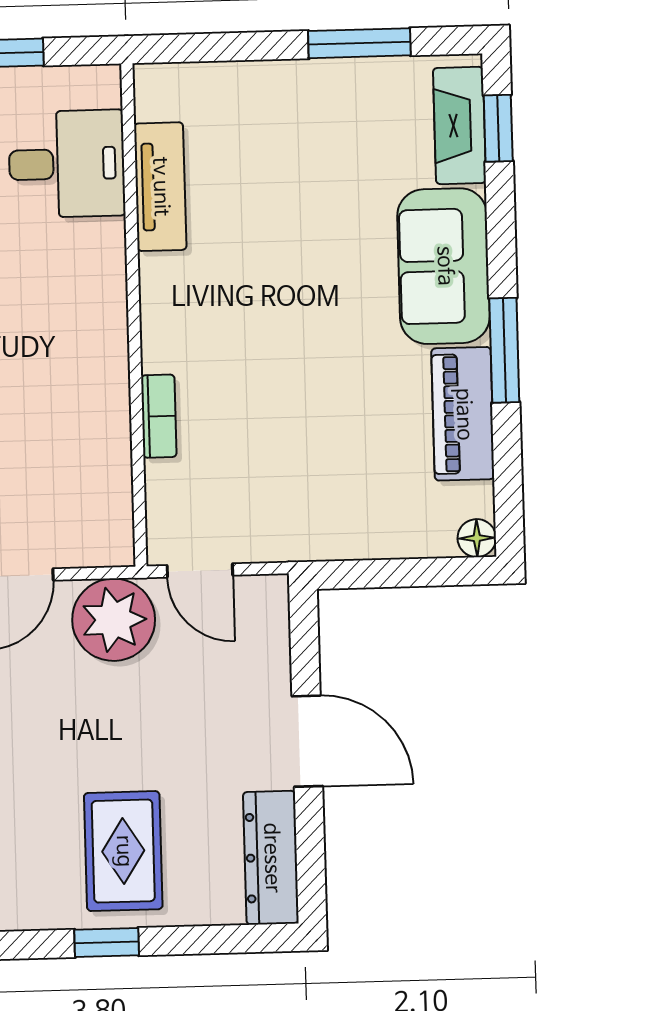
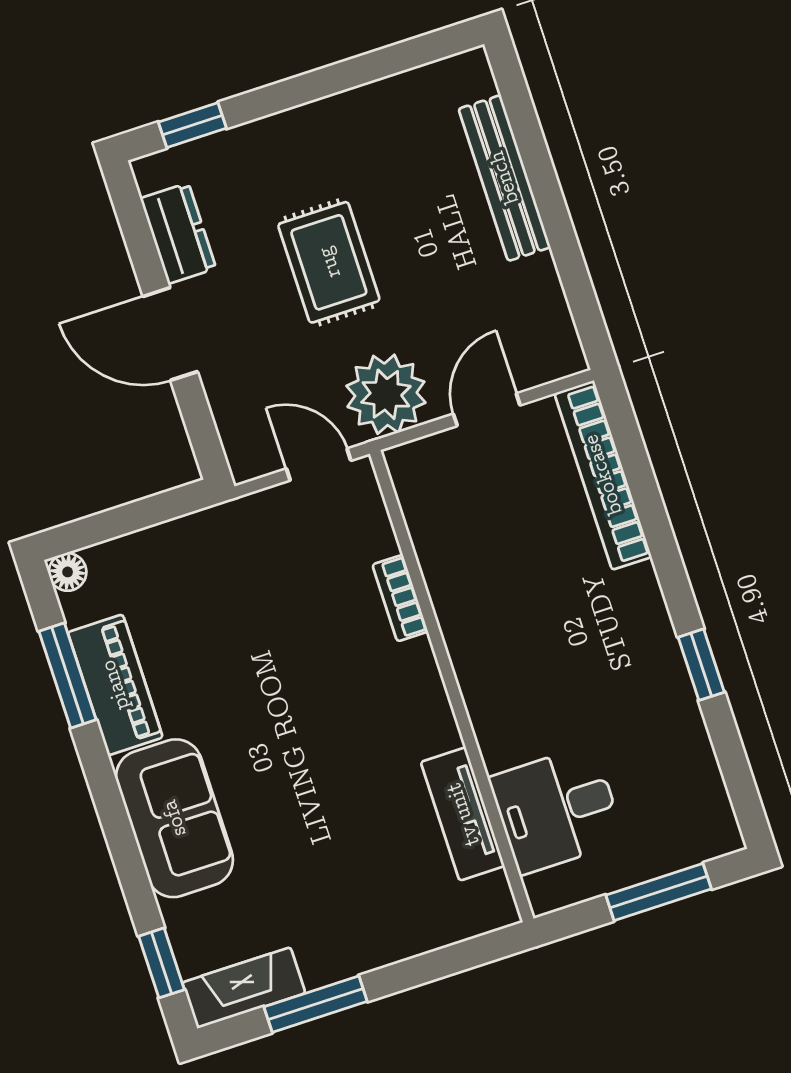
fireplace: (459, 125) -> (244, 988), moved, turned -90
window: (504, 350) -> (68, 676), moved
rug: (123, 851) -> (329, 262), moved
dresser: (271, 858) -> (178, 233), width x0.70
window: (107, 942) -> (192, 125), moved

